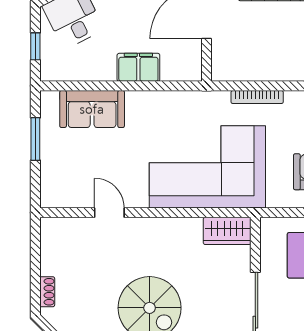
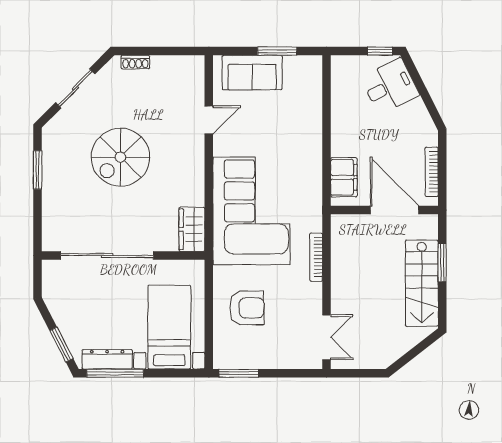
window: (35, 46) -> (380, 51), moved
filing cabinet: (138, 67) -> (344, 177), moved
sofa: (92, 109) -> (252, 73), moved, turned -90

